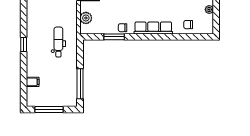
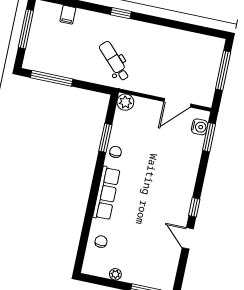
plant: (86, 18) -> (125, 102), moved
dental chair: (58, 42) -> (114, 61), turned -134

